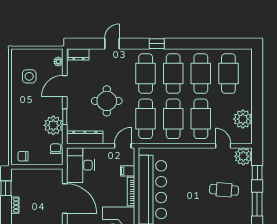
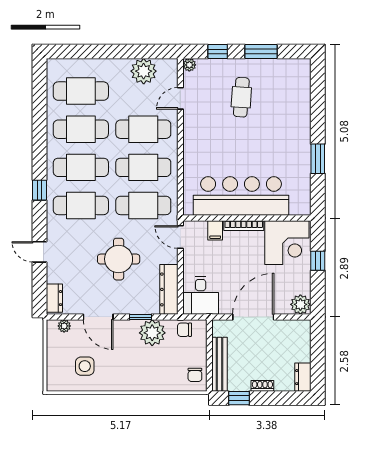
plant: (243, 156) -> (189, 65), width x0.53, depth x0.53
desk: (80, 165) -> (201, 295), width x0.73
bench: (31, 174) -> (220, 364), added

